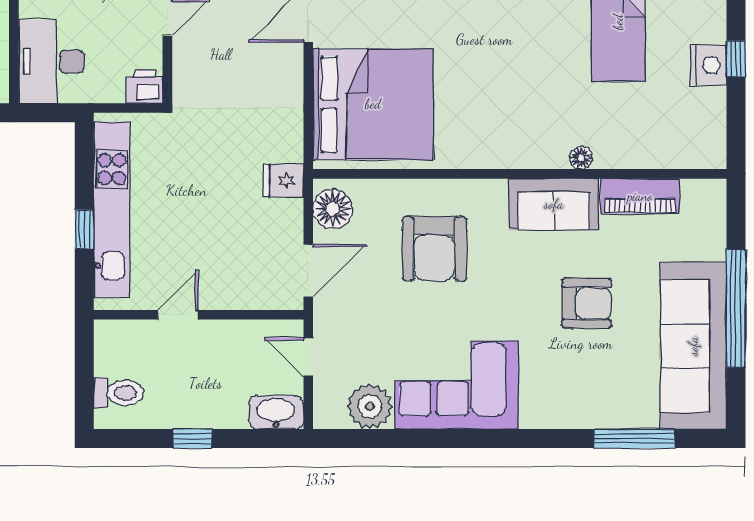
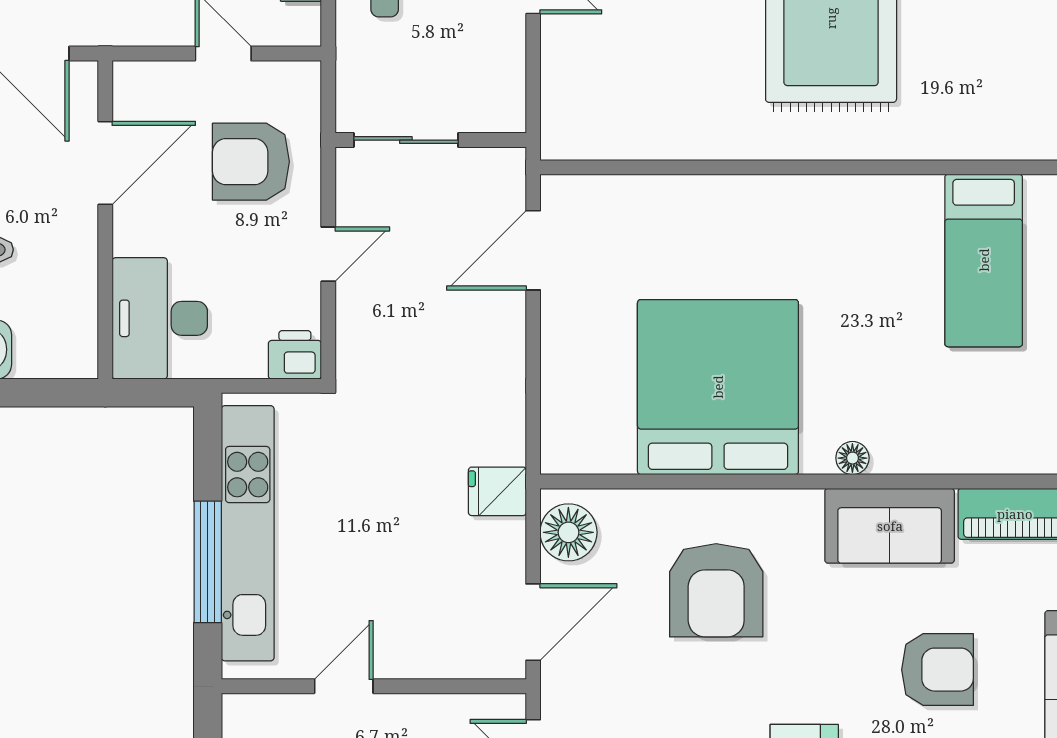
bed: (373, 104) -> (718, 387), moved, turned -90
floor lamp: (581, 158) -> (852, 458), moved
window: (84, 229) -> (208, 562), width x2.17

